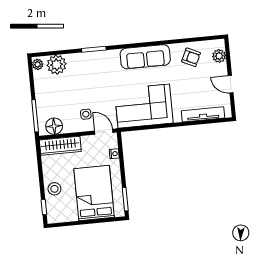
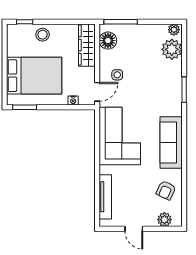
door: (231, 84) -> (134, 229), swing flipped

